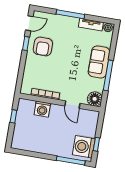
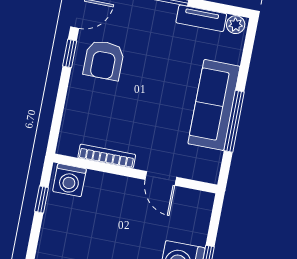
sofa: (99, 62) -> (214, 105), width x1.36
floor lamp: (95, 99) -> (206, 168), removed
washing machine: (42, 109) -> (69, 180), moved

